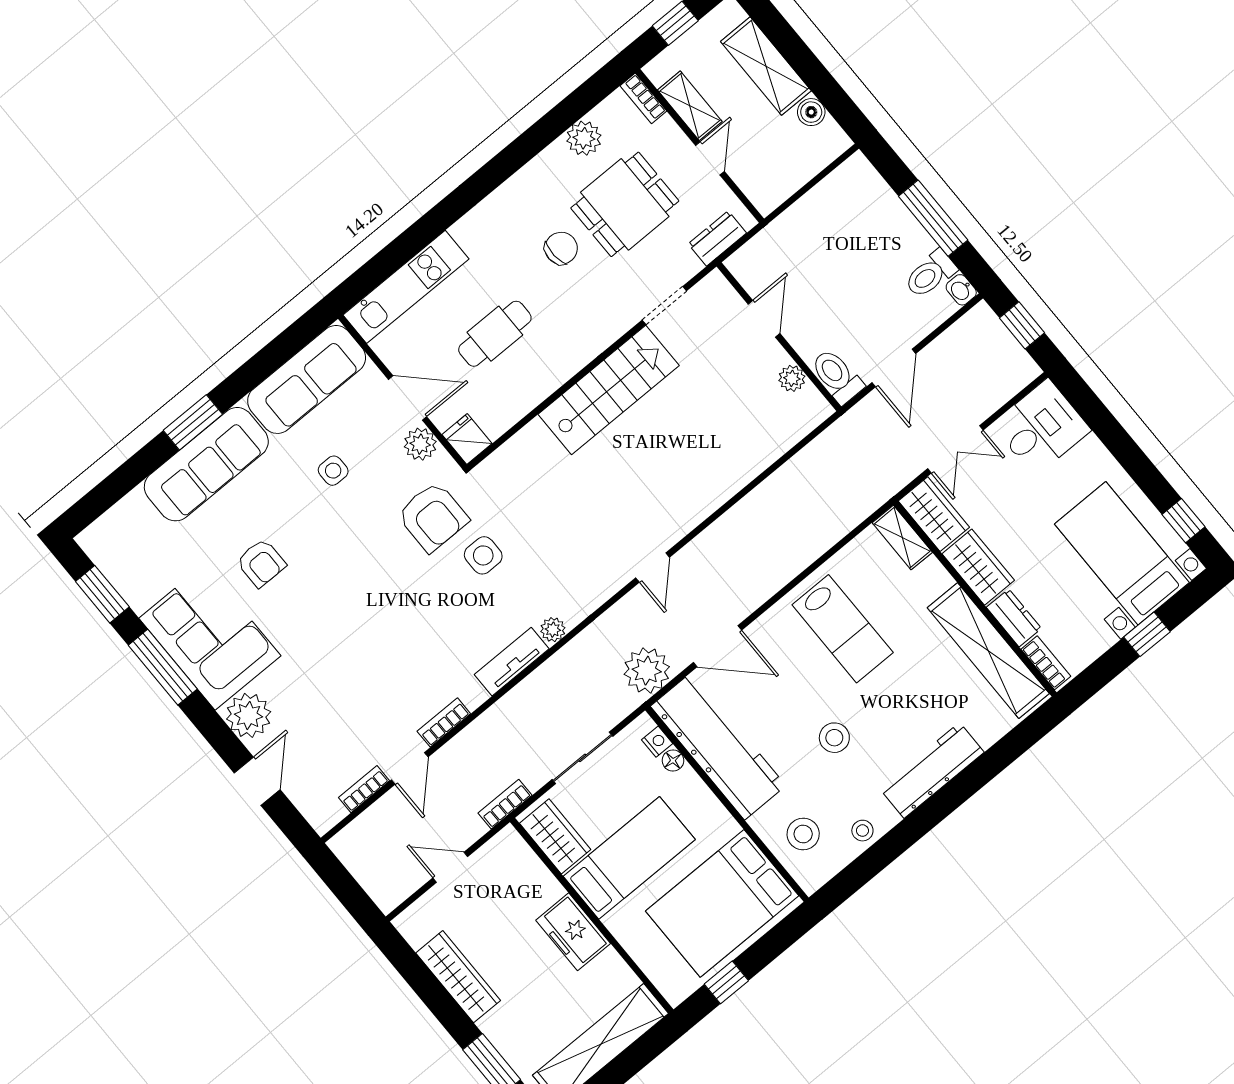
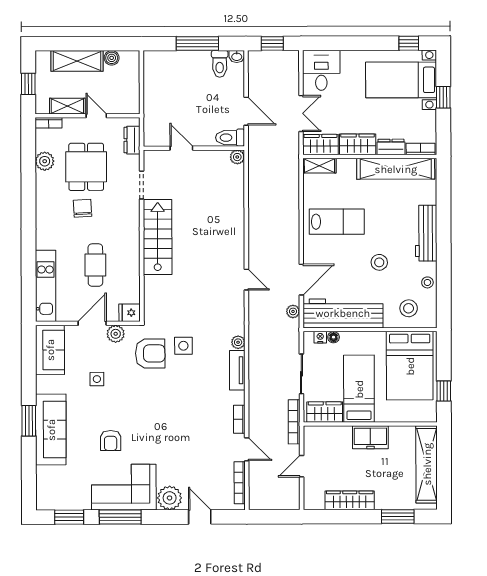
plant: (792, 378) -> (237, 157), moved
sofa: (307, 379) -> (50, 350), width x0.73
armchair: (261, 563) -> (111, 441), turned 90
plant: (647, 671) -> (293, 311), width x0.53, depth x0.53
bookcase: (364, 789) -> (240, 483), width x1.56
bookcase: (505, 804) -> (294, 422), width x1.56

